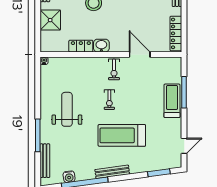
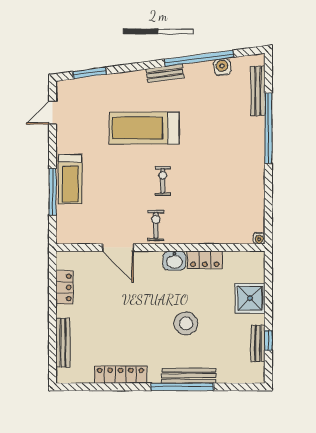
locker: (176, 33) -> (64, 287), width x0.66
weight bench: (67, 109) -> (225, 166), removed
window: (38, 135) -> (268, 128), width x1.46
treadmill: (122, 135) -> (144, 128), turned 180
bench: (112, 172) -> (165, 73), width x0.73

